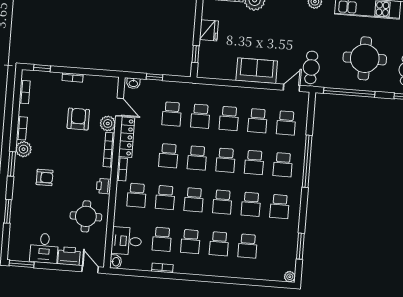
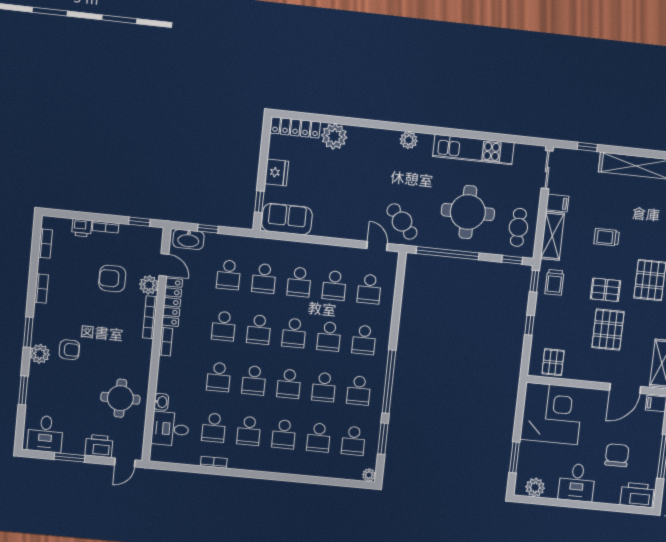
cafe table: (311, 67) -> (402, 222), turned -42
window: (42, 68) -> (139, 222), moved
sofa: (257, 71) -> (287, 219), moved
washbasin: (133, 83) -> (188, 239), width x1.91, depth x1.45
door: (291, 88) -> (377, 246), hinge flipped
armchair: (78, 119) -> (112, 279), turned -90
plant: (23, 149) -> (40, 354), moved
window: (307, 161) -> (389, 382), moved
printer: (104, 186) -> (82, 228), moved, turned -90
school desk: (137, 195) -> (353, 441), moved
desk: (44, 248) -> (45, 434), moved
washbasin: (116, 262) -> (161, 402), moved
window: (22, 264) -> (70, 457), moved
door: (90, 269) -> (125, 462), swing flipped

